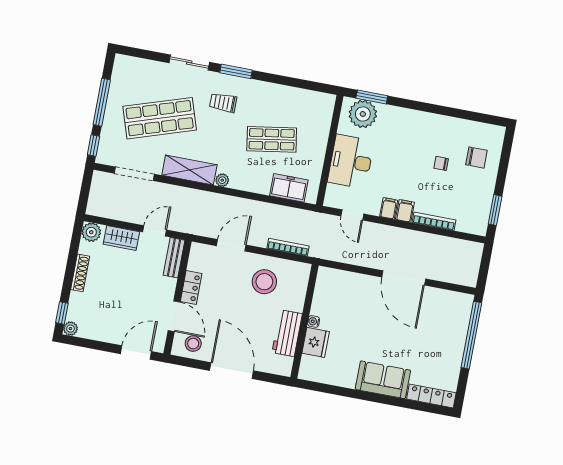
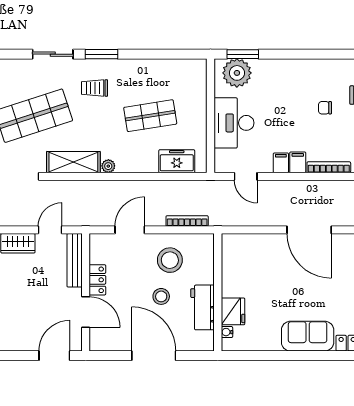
bench: (174, 258) -> (75, 260), width x1.36
water cooler: (314, 321) -> (227, 332), moved
stool: (193, 344) -> (161, 296), moved

